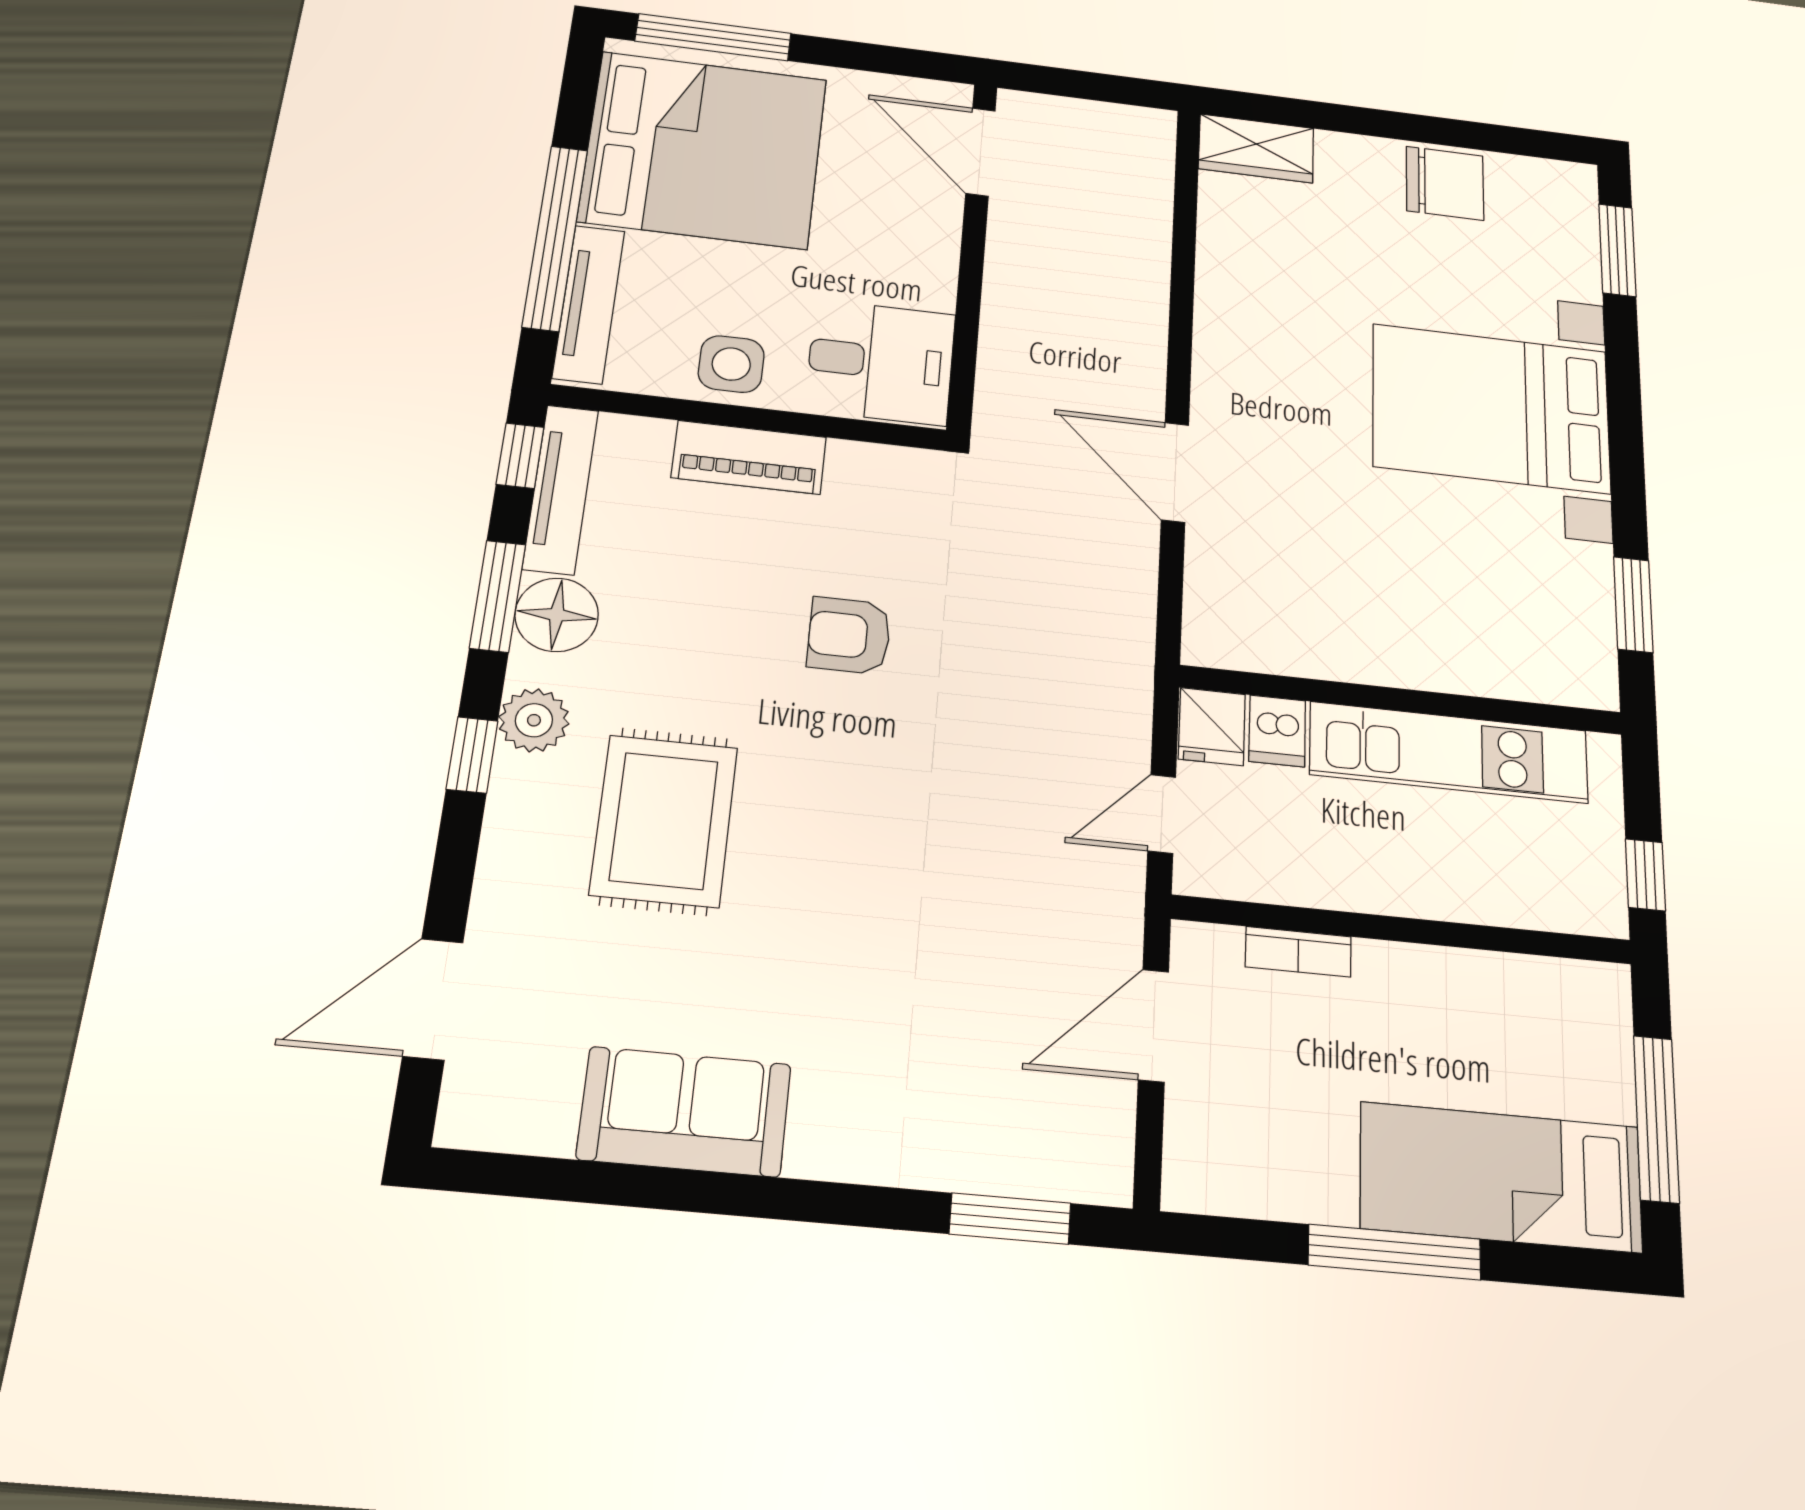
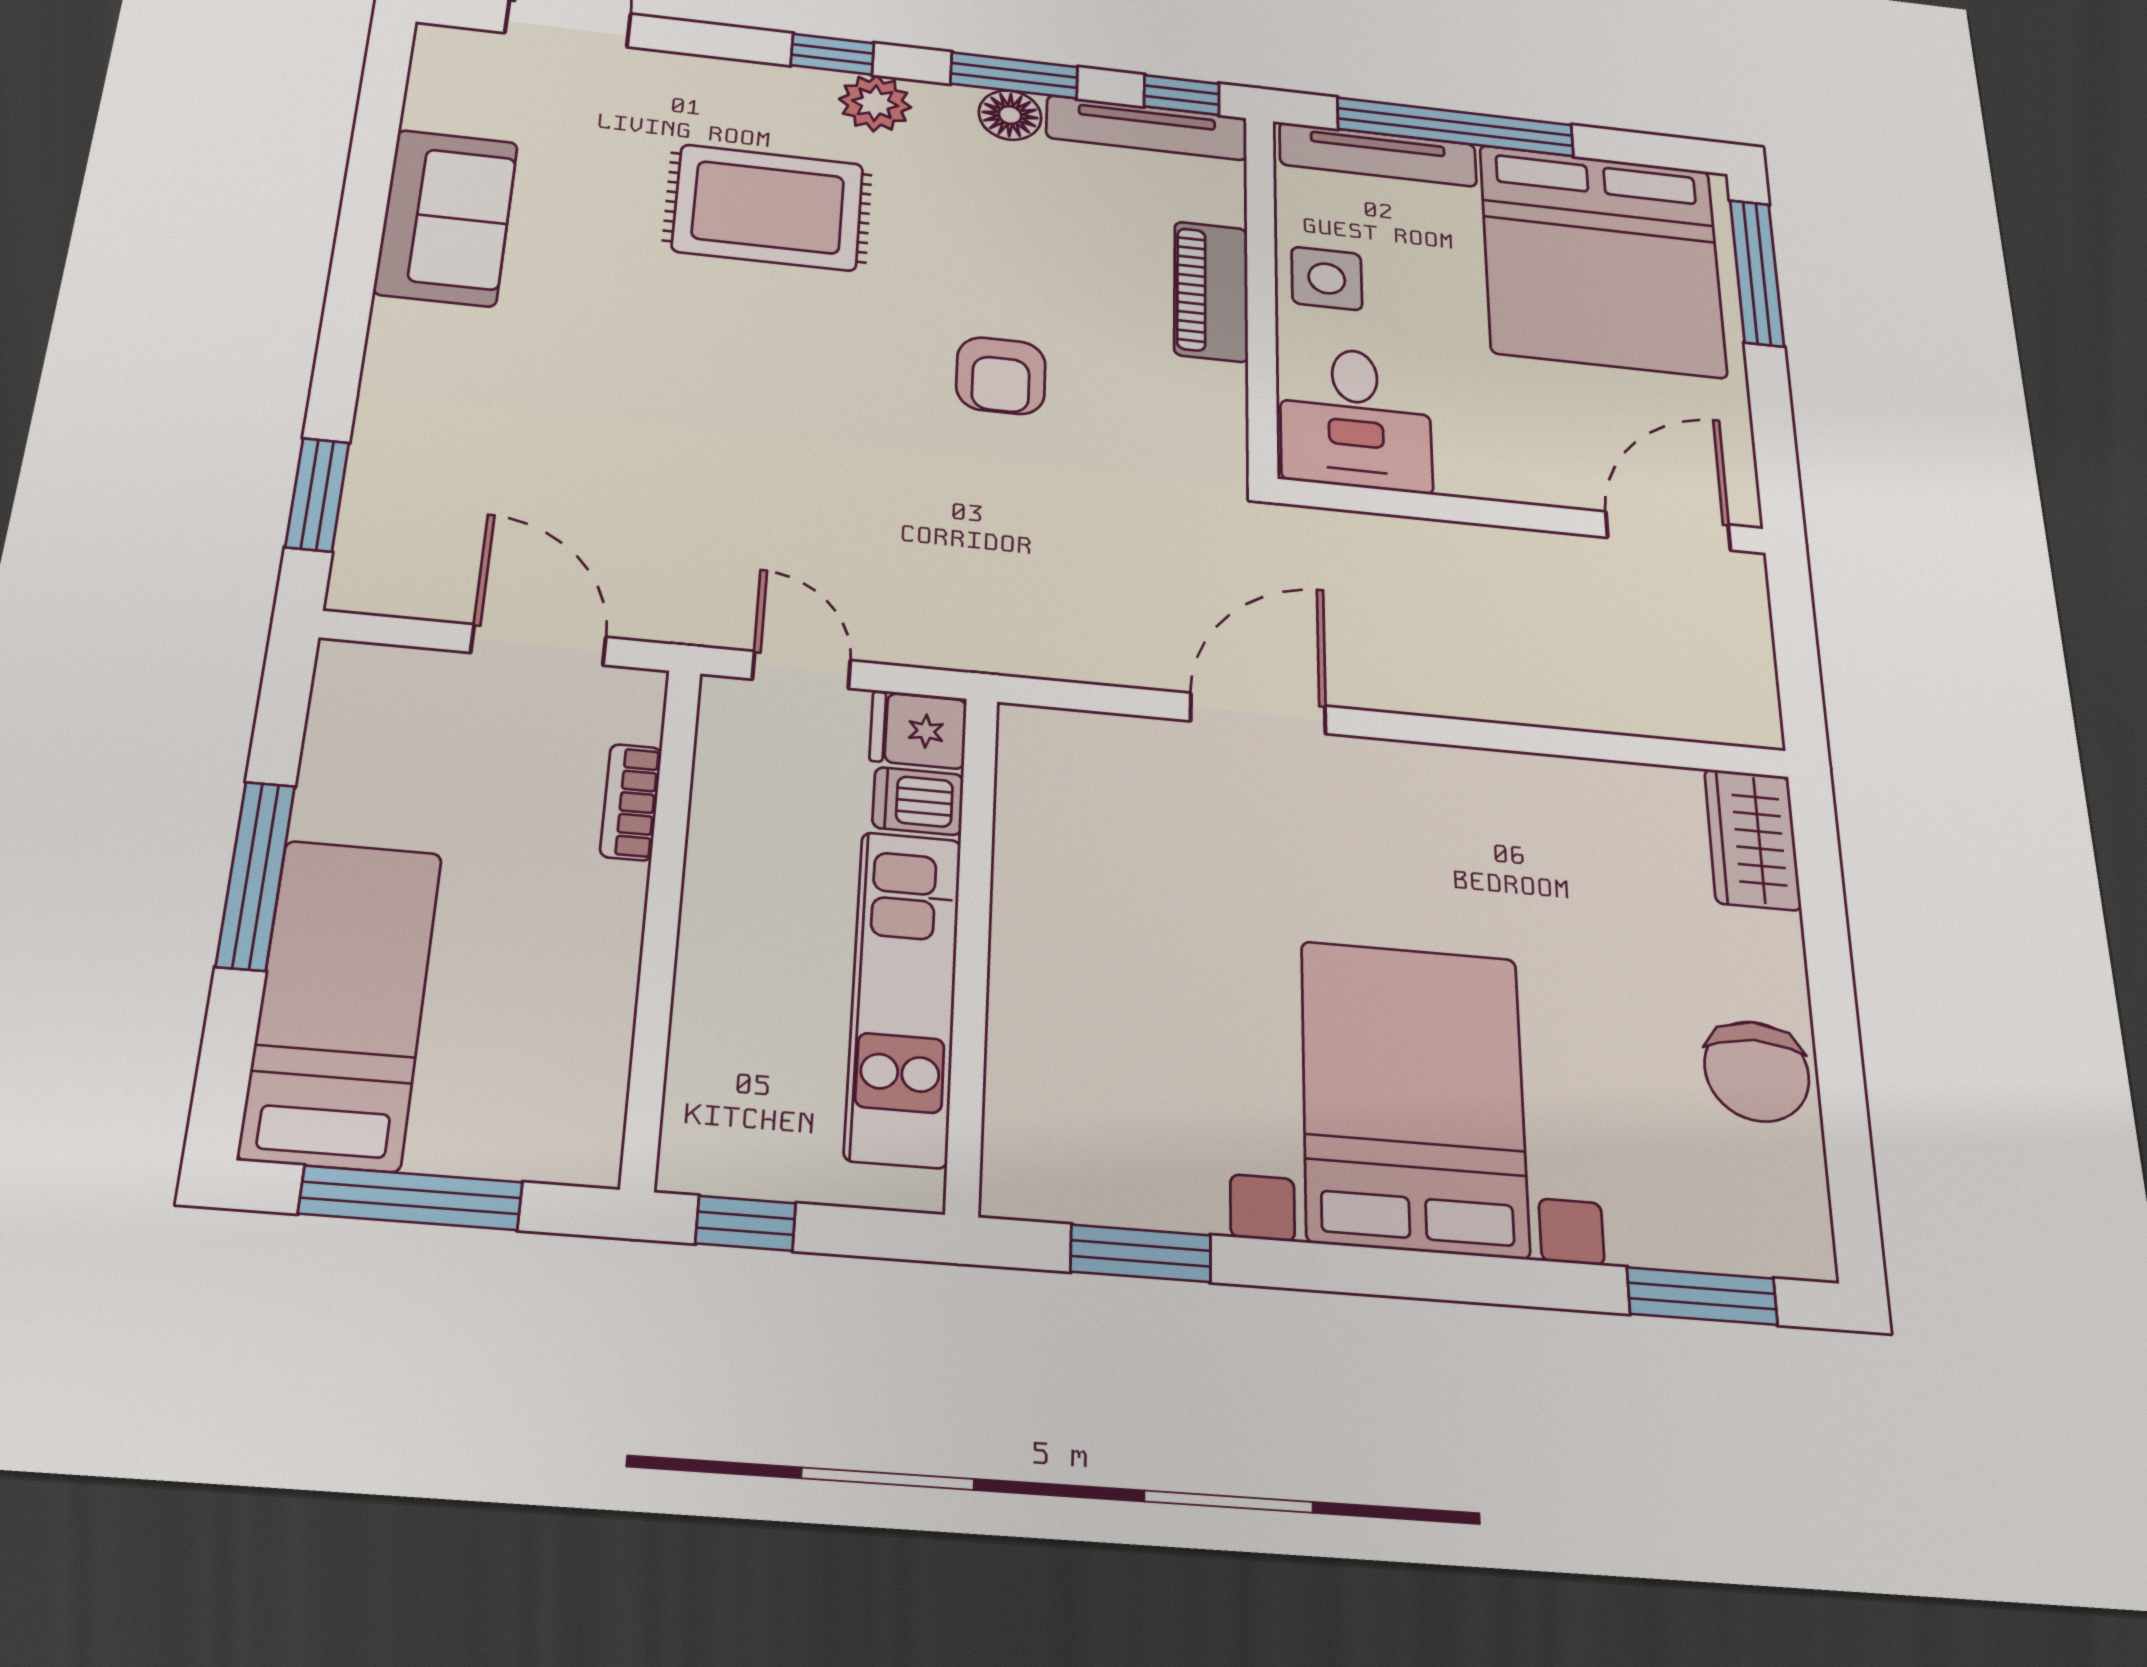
floor lamp: (557, 615) -> (1010, 115), width x0.73, depth x0.73
armchair: (849, 636) -> (1001, 376), turned 180

